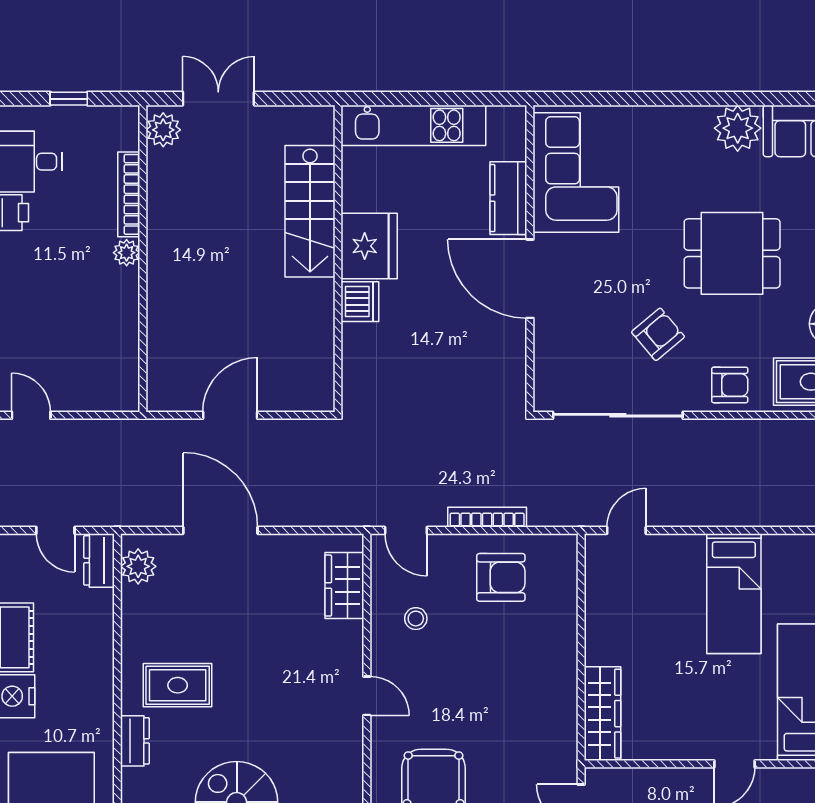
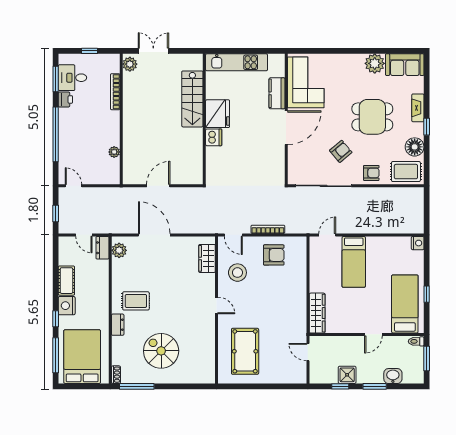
plant: (127, 253) -> (114, 152), moved
door: (530, 279) -> (286, 128), swing flipped
bed: (734, 594) -> (354, 262), moved
stool: (416, 619) -> (237, 273), width x1.89, depth x1.89

